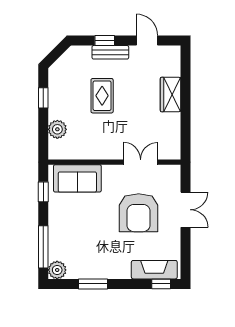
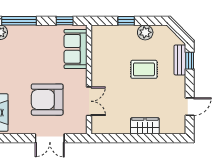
window: (105, 40) -> (190, 61), moved
bench: (110, 52) -> (180, 60), moved
window: (43, 98) -> (126, 21), moved
plant: (57, 129) -> (145, 32), moved

